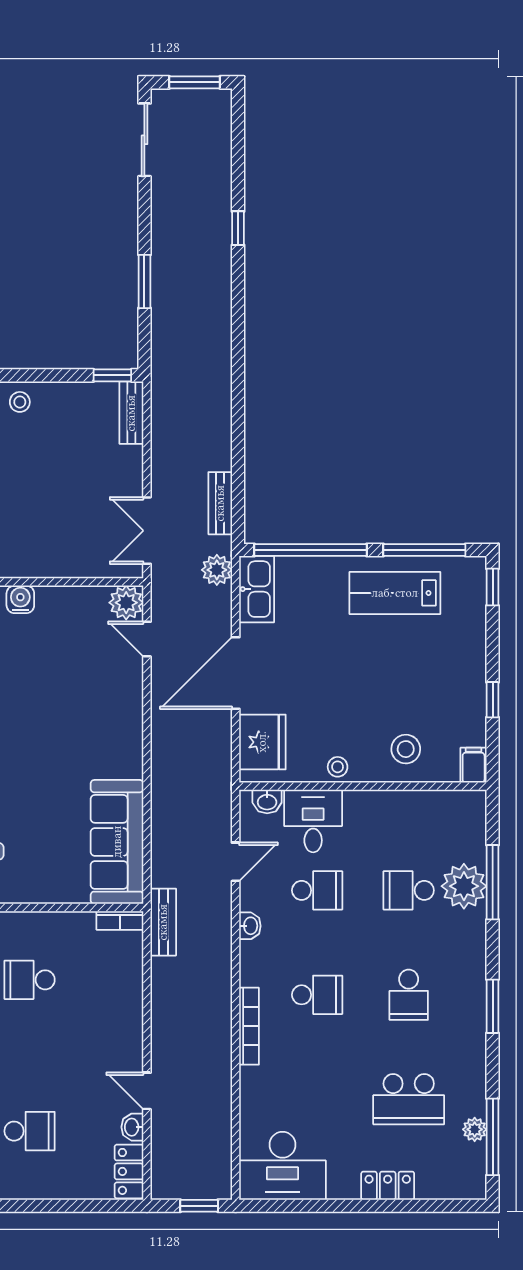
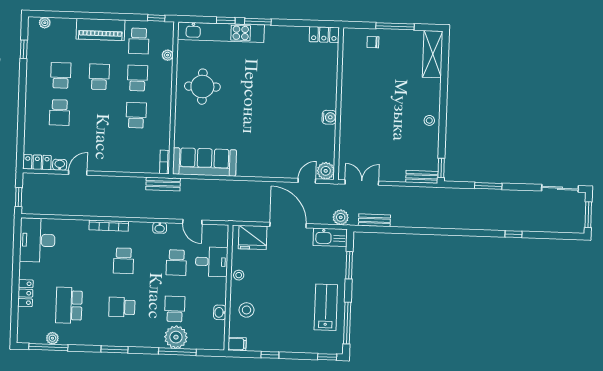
window: (311, 550) -> (349, 265), width x0.47
washbasin: (267, 802) -> (220, 312), moved

